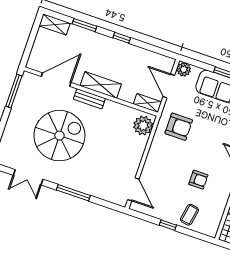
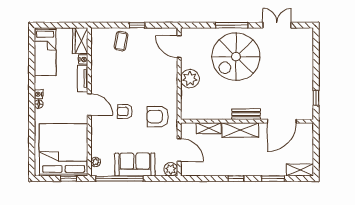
window: (14, 91) -> (316, 98), width x0.46
shelving: (147, 103) -> (209, 128), moved
plant: (143, 126) -> (190, 79), moved
spiral stairs: (59, 136) -> (236, 57), moved
armchair: (198, 180) -> (125, 111), moved

